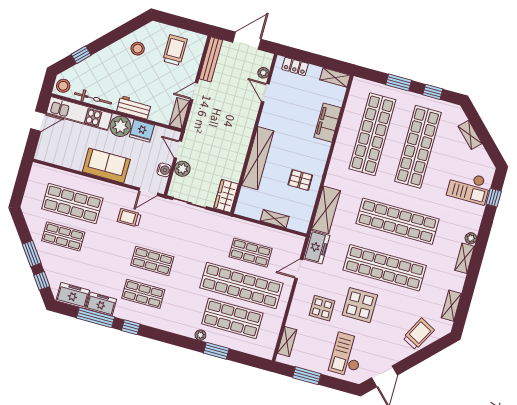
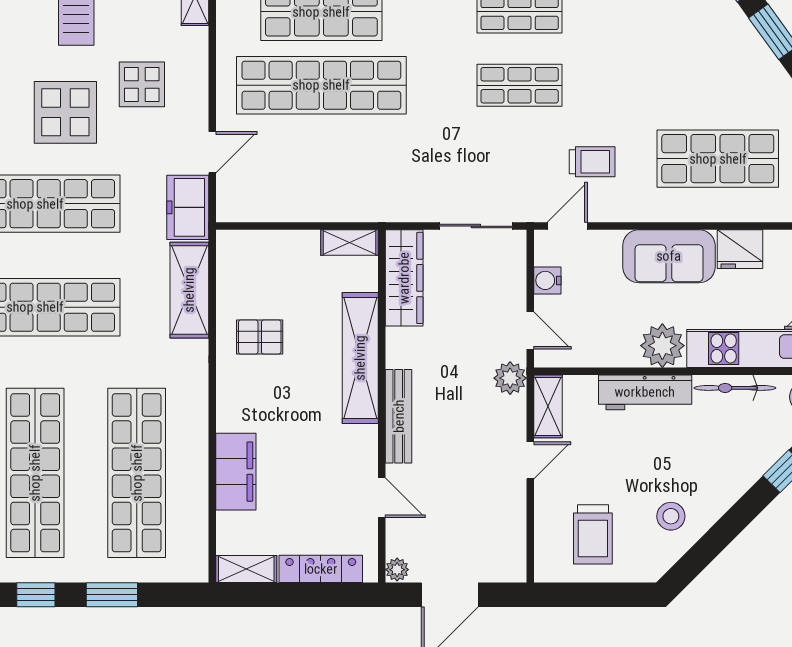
bench: (211, 59) -> (399, 416), moved
locker: (295, 67) -> (321, 569), width x1.53
plant: (263, 73) -> (397, 570), moved
workbench: (134, 107) -> (645, 392), width x1.38
fridge: (142, 131) -> (740, 249), moved, turned 180
plant: (182, 169) -> (510, 378), moved
wardrobe: (226, 196) -> (404, 278), width x1.50
shelving: (275, 219) -> (350, 243), moved
shop shelf: (63, 236) -> (718, 85), removed
shop shelf: (250, 253) -> (321, 159), removed

